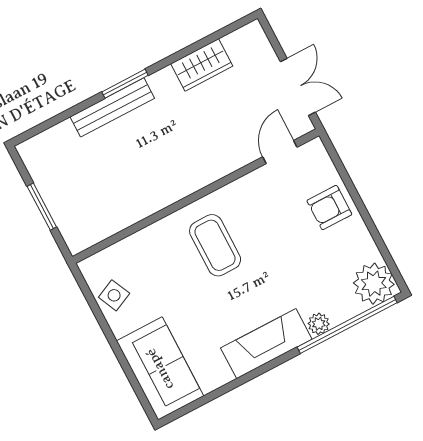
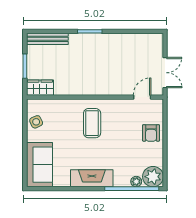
wardrobe: (202, 65) -> (40, 88), moved, turned 180
bench: (112, 107) -> (47, 39), moved
armchair: (329, 208) -> (151, 133), turned -90
plant: (319, 324) -> (136, 182), moved

